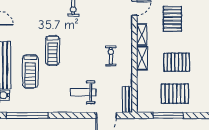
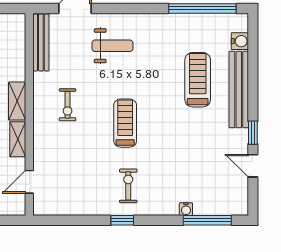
treadmill: (53, 50) -> (125, 123), moved
bench: (127, 99) -> (41, 42), width x1.36

